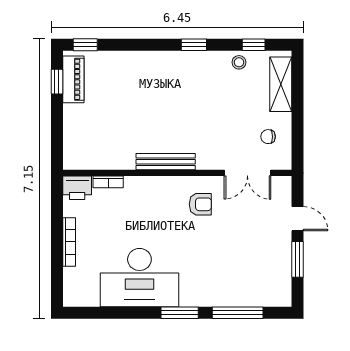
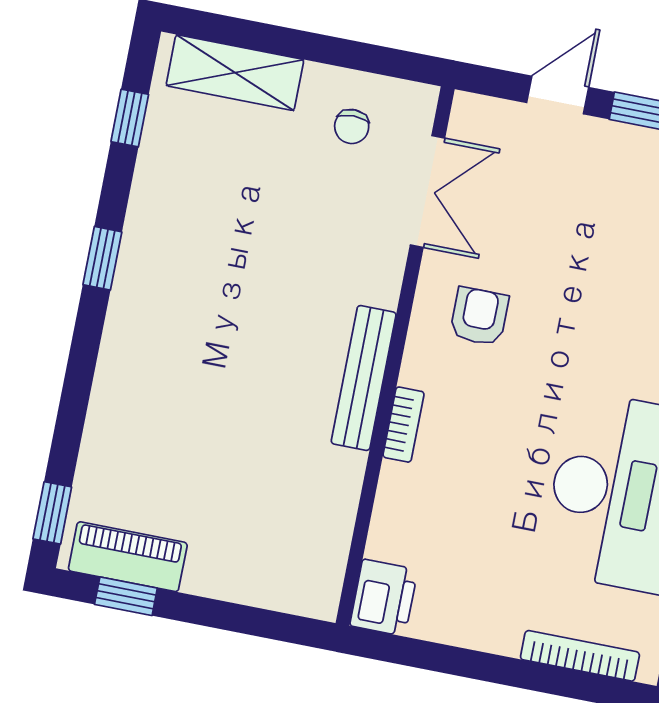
stool: (239, 62) -> (164, 160), removed
bookcase: (108, 182) -> (404, 425), moved
bookcase: (69, 242) -> (580, 656), moved

